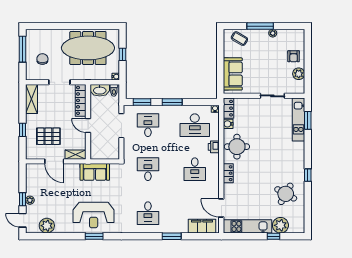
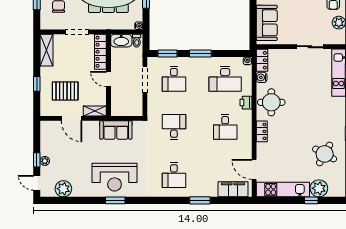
desk: (148, 125) -> (174, 79), turned 180

